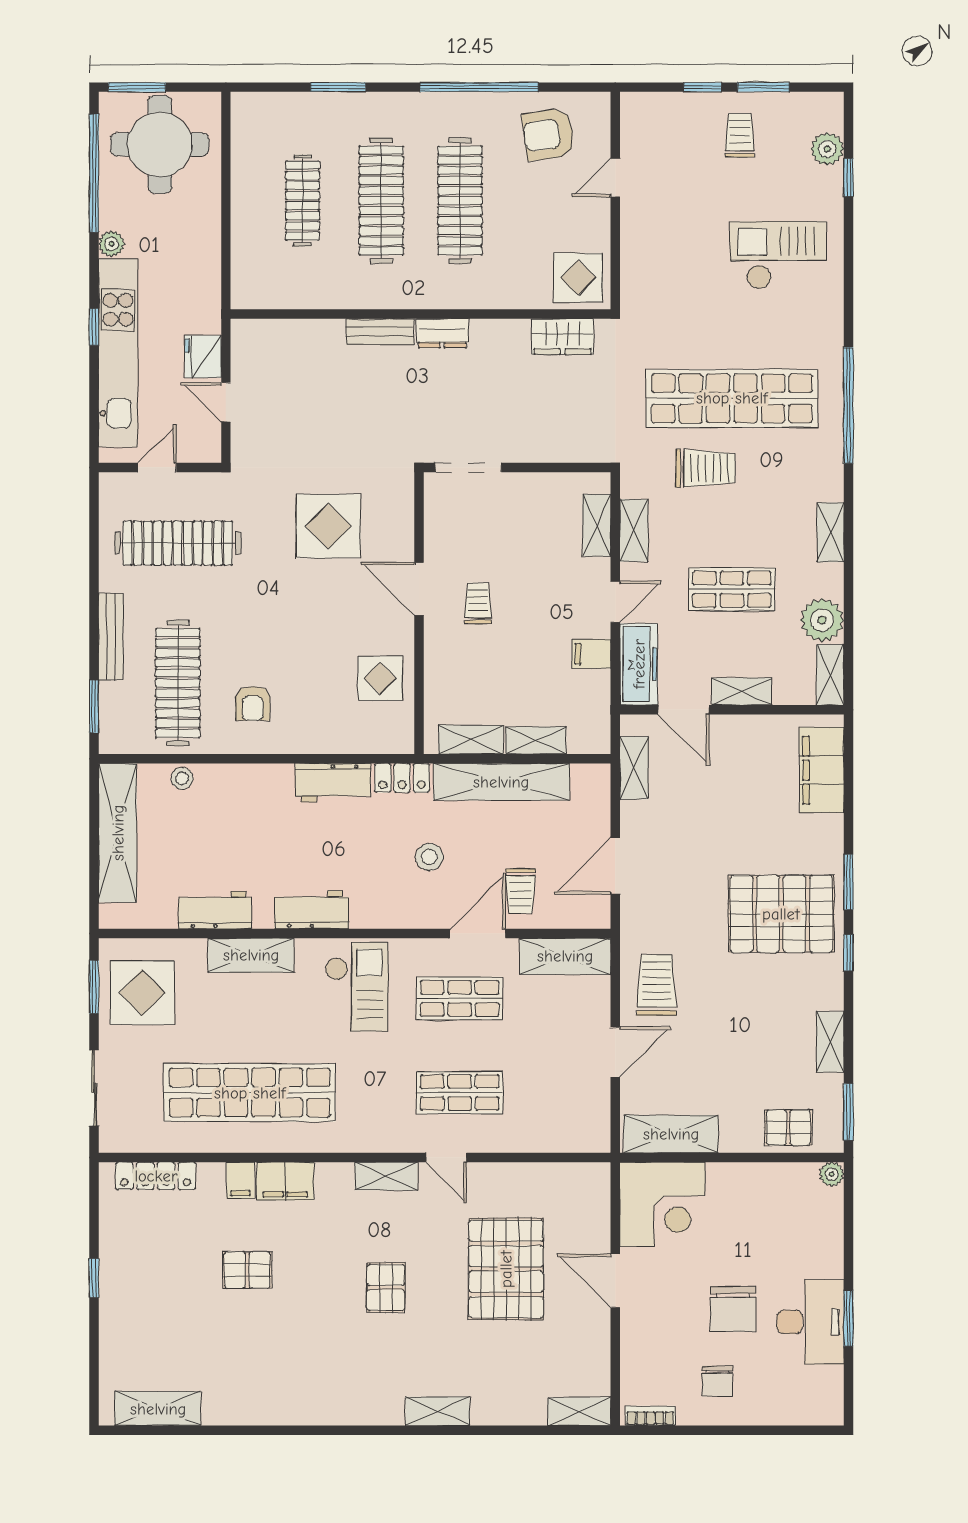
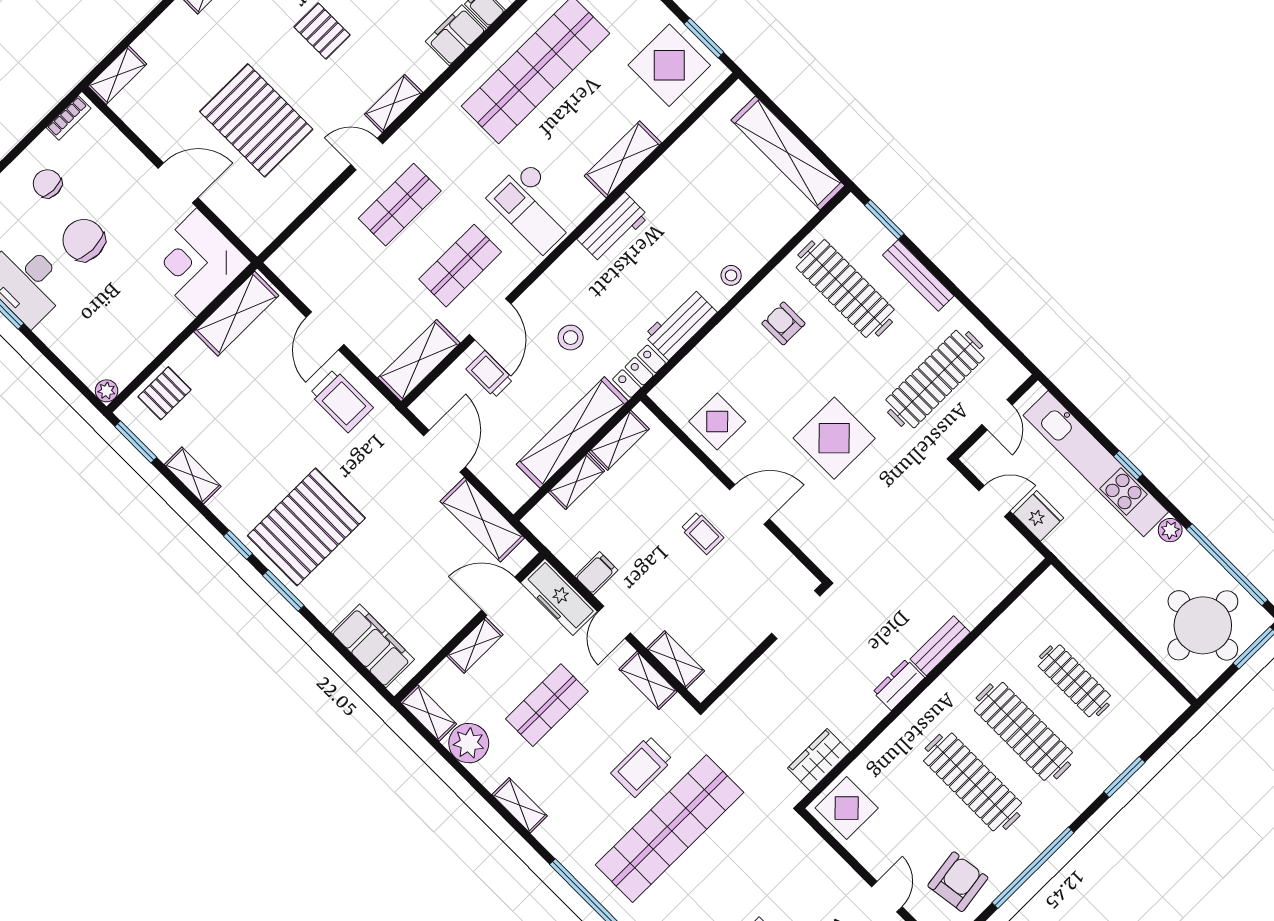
display table: (328, 526) -> (834, 438), moved
shelving: (634, 768) -> (482, 520), width x1.50, depth x1.33
stool: (182, 778) -> (731, 275), moved
workbench: (215, 910) -> (675, 166), removed

